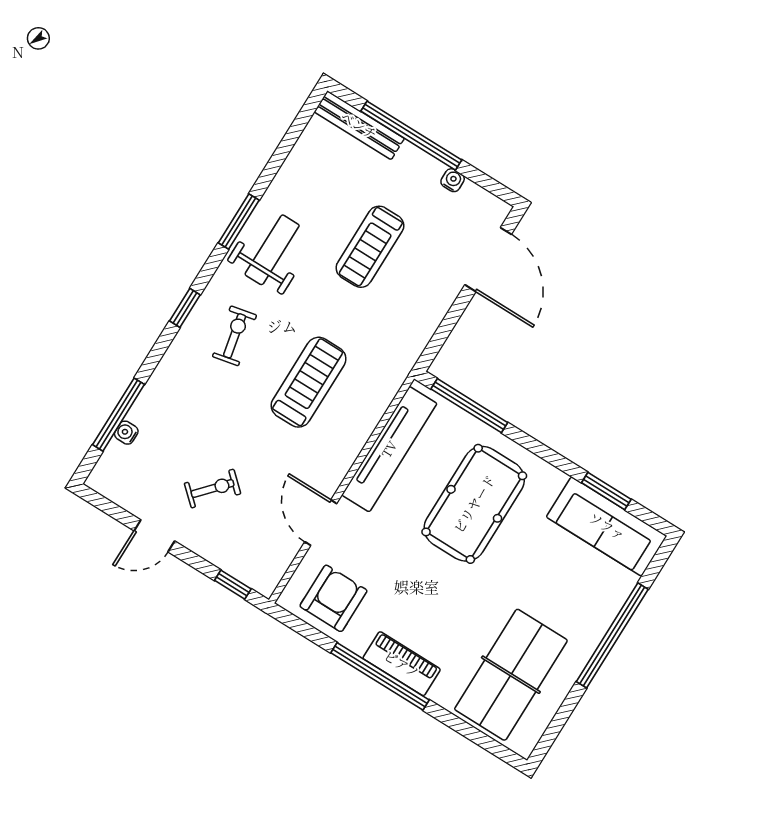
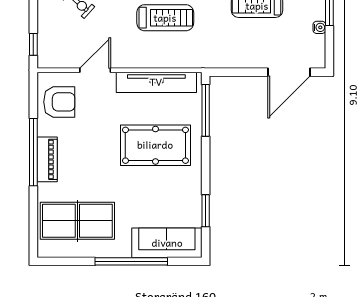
sofa: (607, 526) -> (167, 243), moved, turned 90

